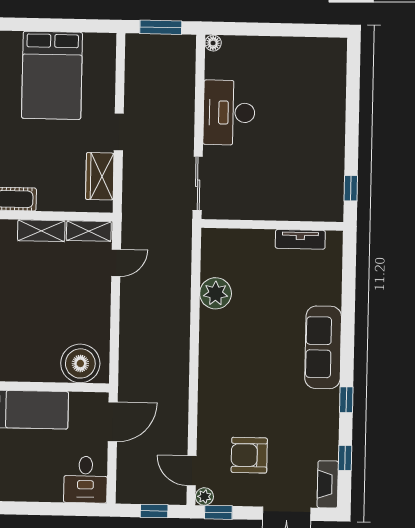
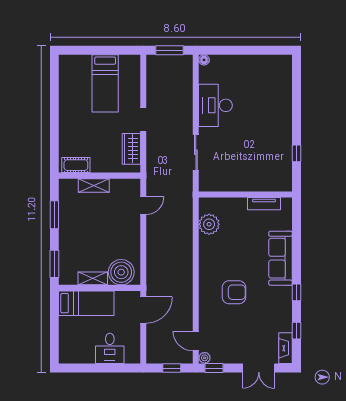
bed: (52, 75) -> (105, 83), width x0.67
wall: (272, 225) -> (245, 195), moved
shelving: (89, 231) -> (93, 278), moved
tv unit: (300, 239) -> (264, 204), moved
armchair: (249, 455) -> (234, 292), moved, turned 180
desk: (86, 480) -> (110, 348), moved

